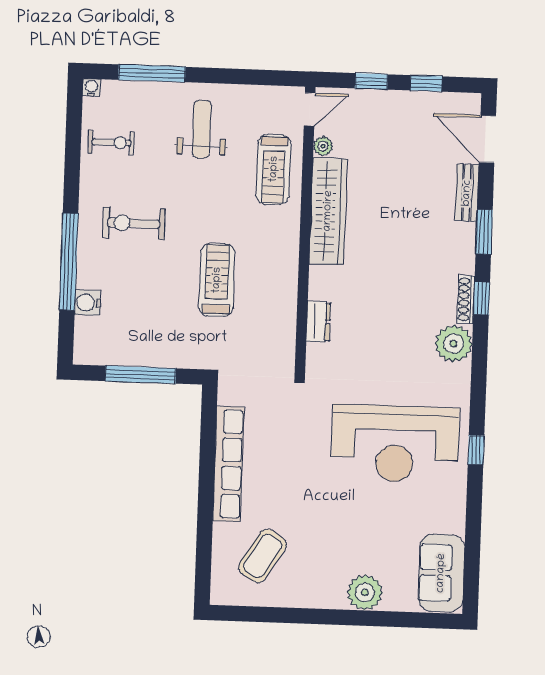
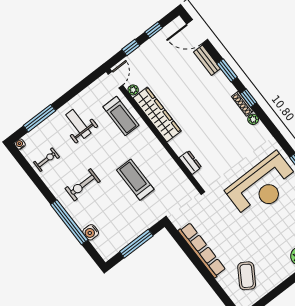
plant: (454, 344) -> (253, 119), width x0.53, depth x0.53

